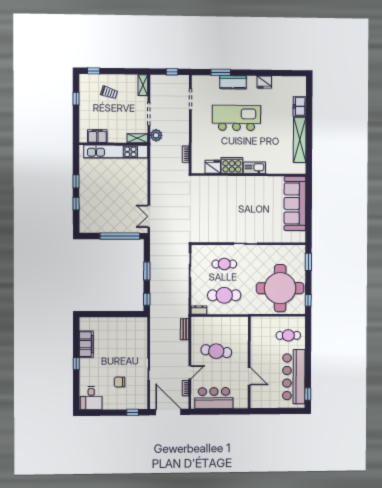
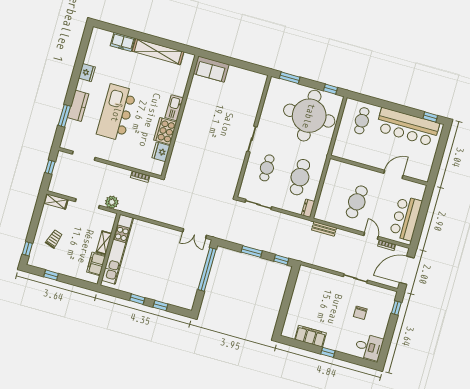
shelving: (137, 138) -> (104, 243), moved
sofa: (295, 203) -> (211, 69), width x0.54, depth x0.79

